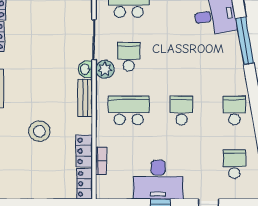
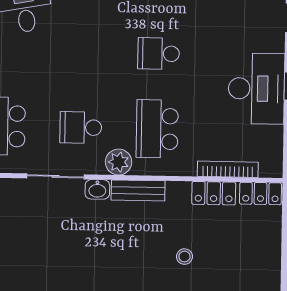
plant: (105, 69) -> (119, 162), moved
stool: (39, 131) -> (184, 257), width x0.53, depth x0.53
bookcase: (101, 161) -> (228, 169), width x1.56

